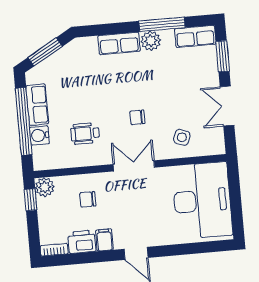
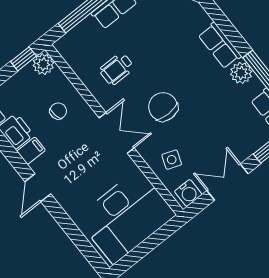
chair: (137, 117) -> (163, 107), width x1.87, depth x1.87
wheelchair: (85, 134) -> (117, 69), turned -90
water cooler: (39, 135) -> (188, 193), moved, turned 180
chair: (88, 199) -> (58, 111), turned 80

